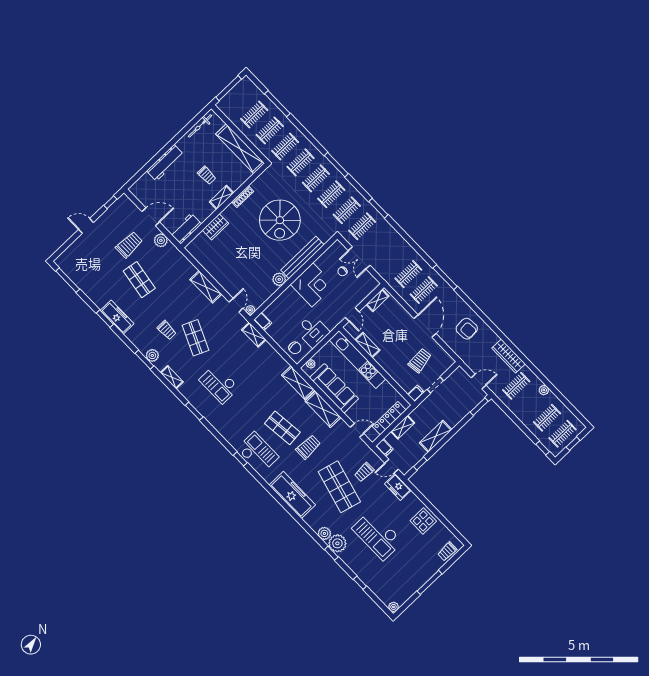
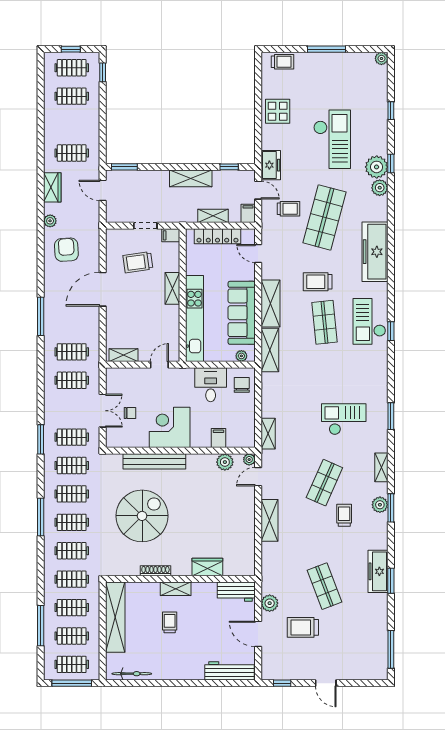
clothes rail: (239, 99) -> (72, 664), added
workbench: (165, 163) -> (230, 671), moved
plant: (279, 279) -> (225, 462), moved
shop shelf: (139, 280) -> (324, 586), turned -30
clothes rail: (424, 290) -> (72, 380), moved
filing cabinet: (263, 321) -> (218, 438), moved
shelving: (368, 345) -> (172, 288), moved
wardrobe: (509, 356) -> (52, 187), width x0.67
checkout: (219, 384) -> (344, 419), turned -90
plant: (544, 390) -> (50, 221), moved

